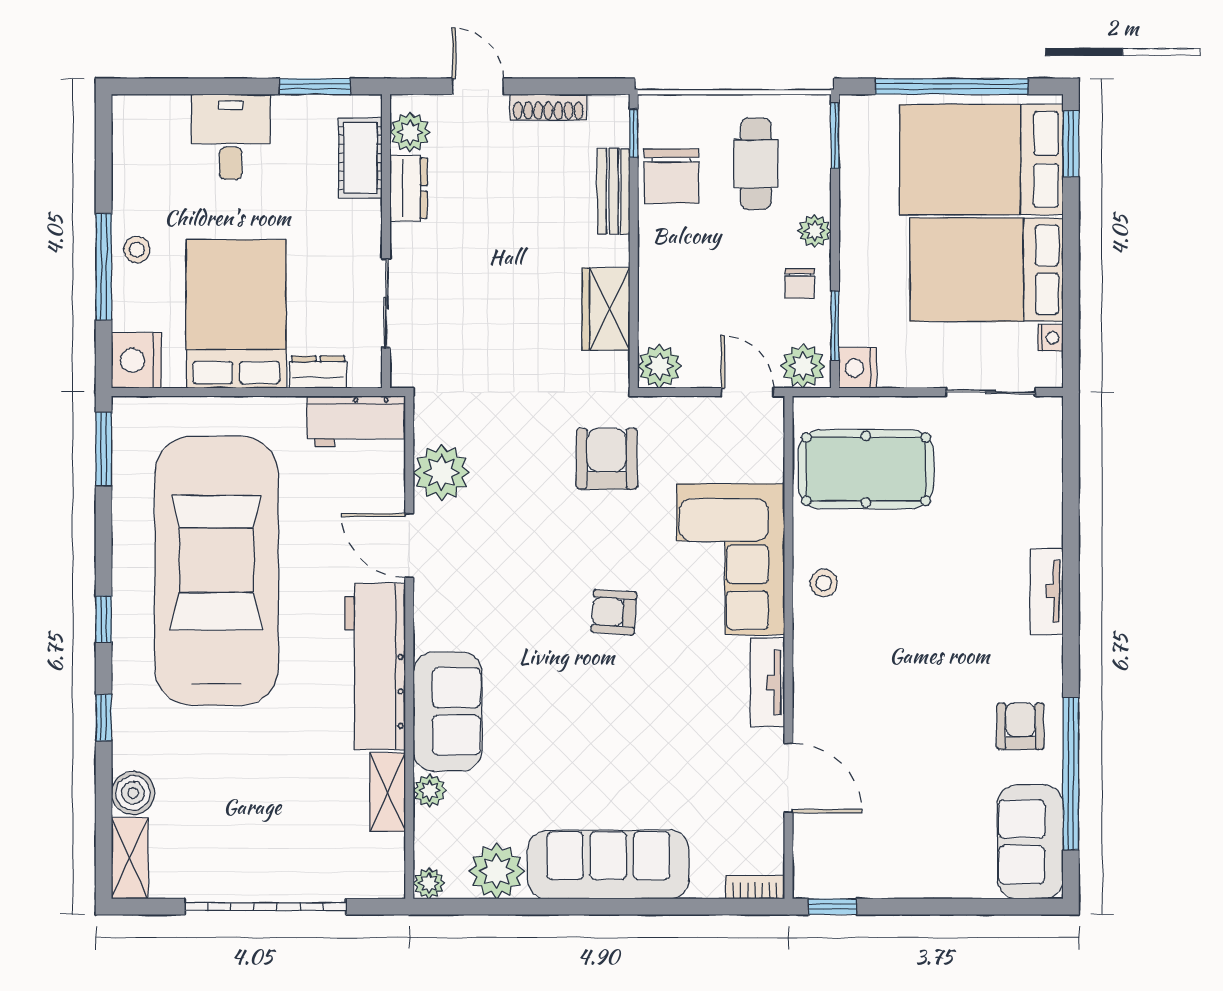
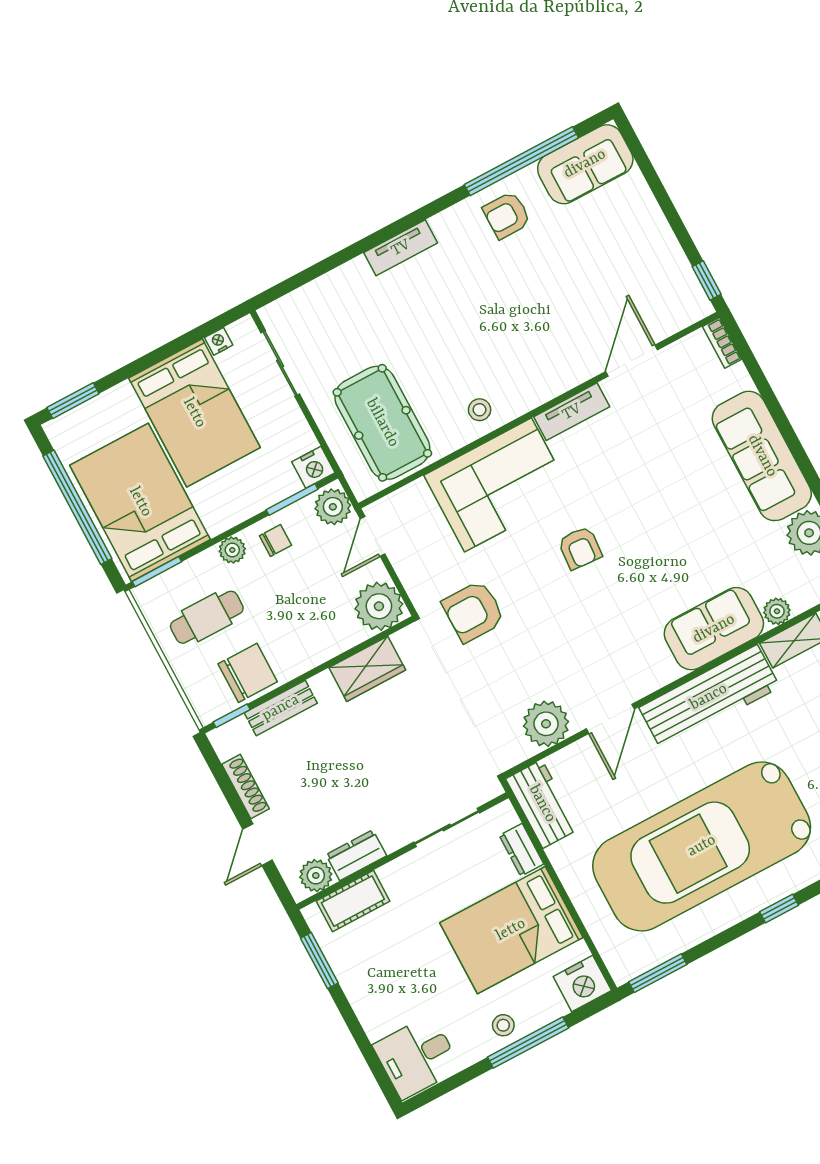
desk: (231, 137) -> (417, 1057), moved
bed: (981, 160) -> (140, 502), moved, turned 180
plant: (660, 366) -> (379, 606), width x1.36, depth x1.36

